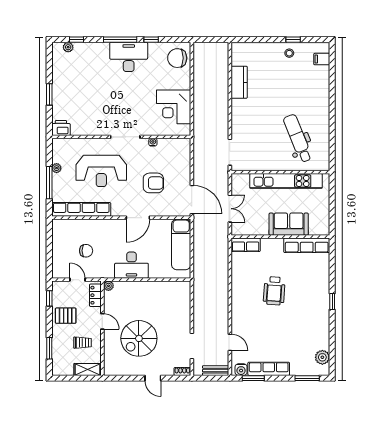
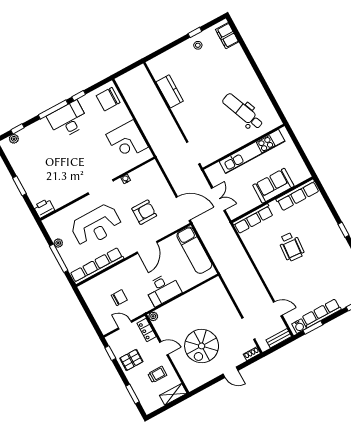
filing cabinet: (322, 59) -> (227, 36), width x2.00
row of seats: (246, 245) -> (253, 219), width x1.48

